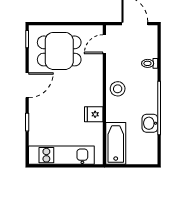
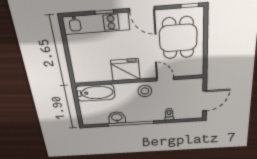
door: (104, 44) -> (165, 79), moved
fridge: (94, 114) -> (125, 70), width x1.88, depth x1.34
kitchen unit: (61, 155) -> (96, 23), moved, turned 90

